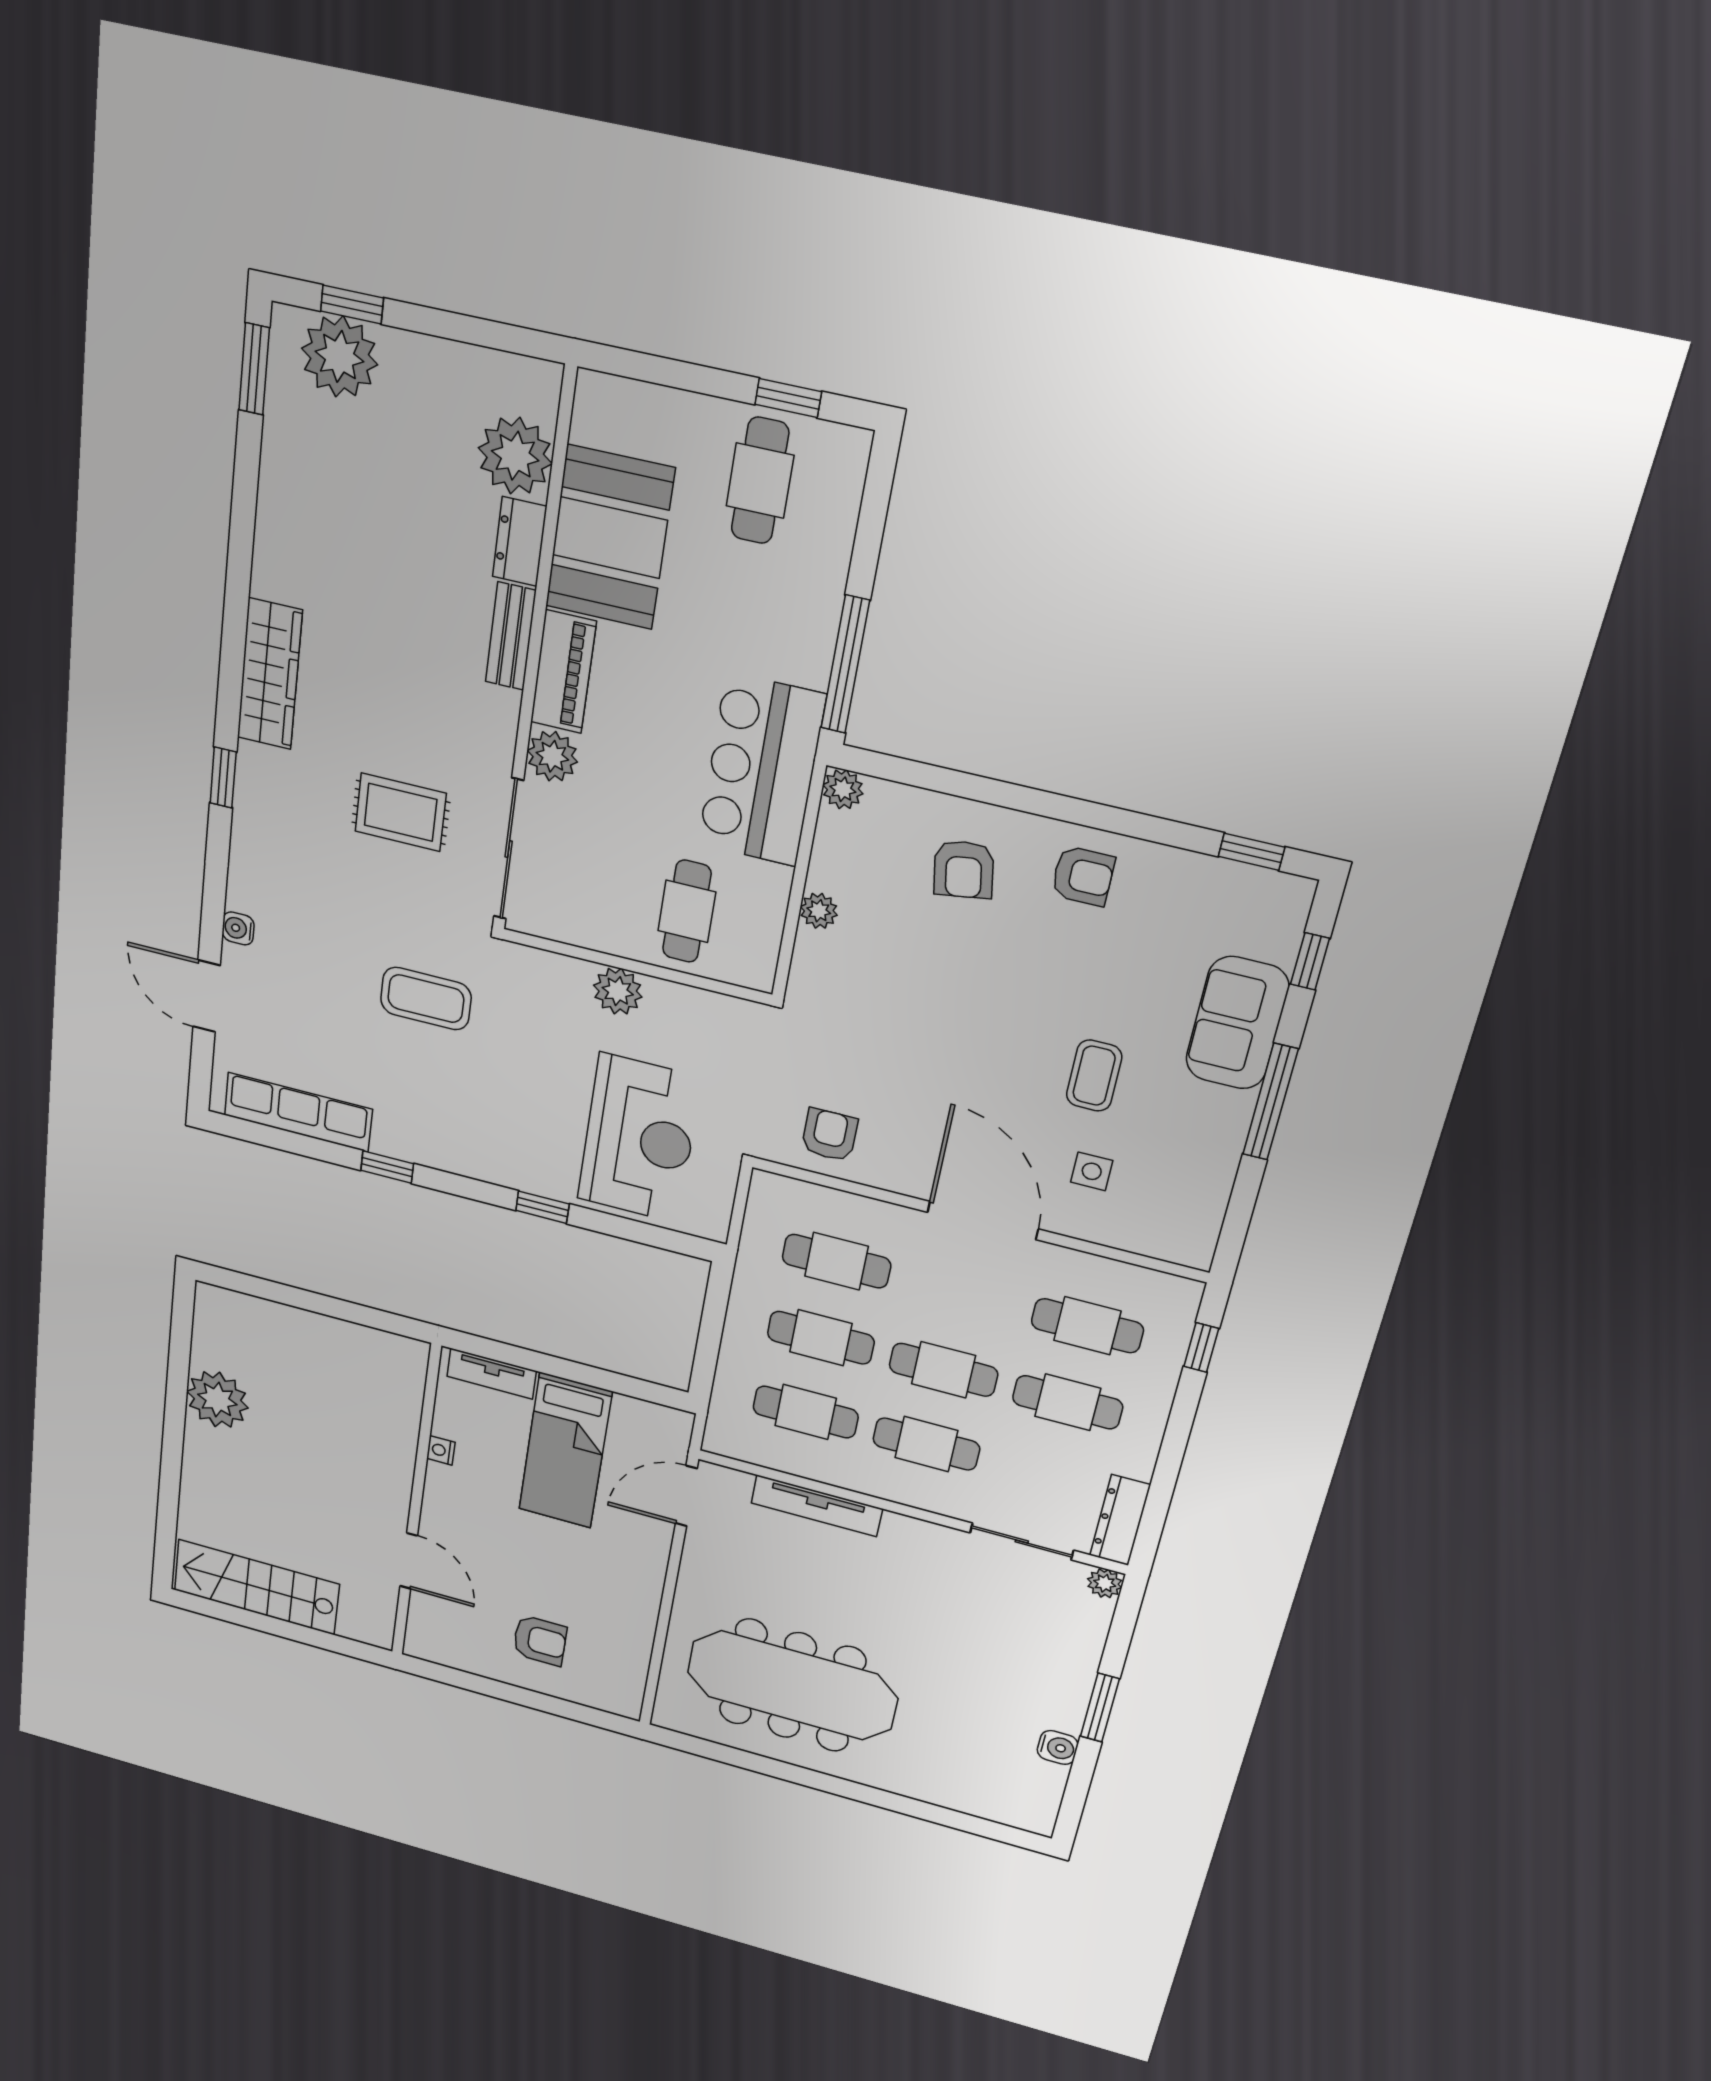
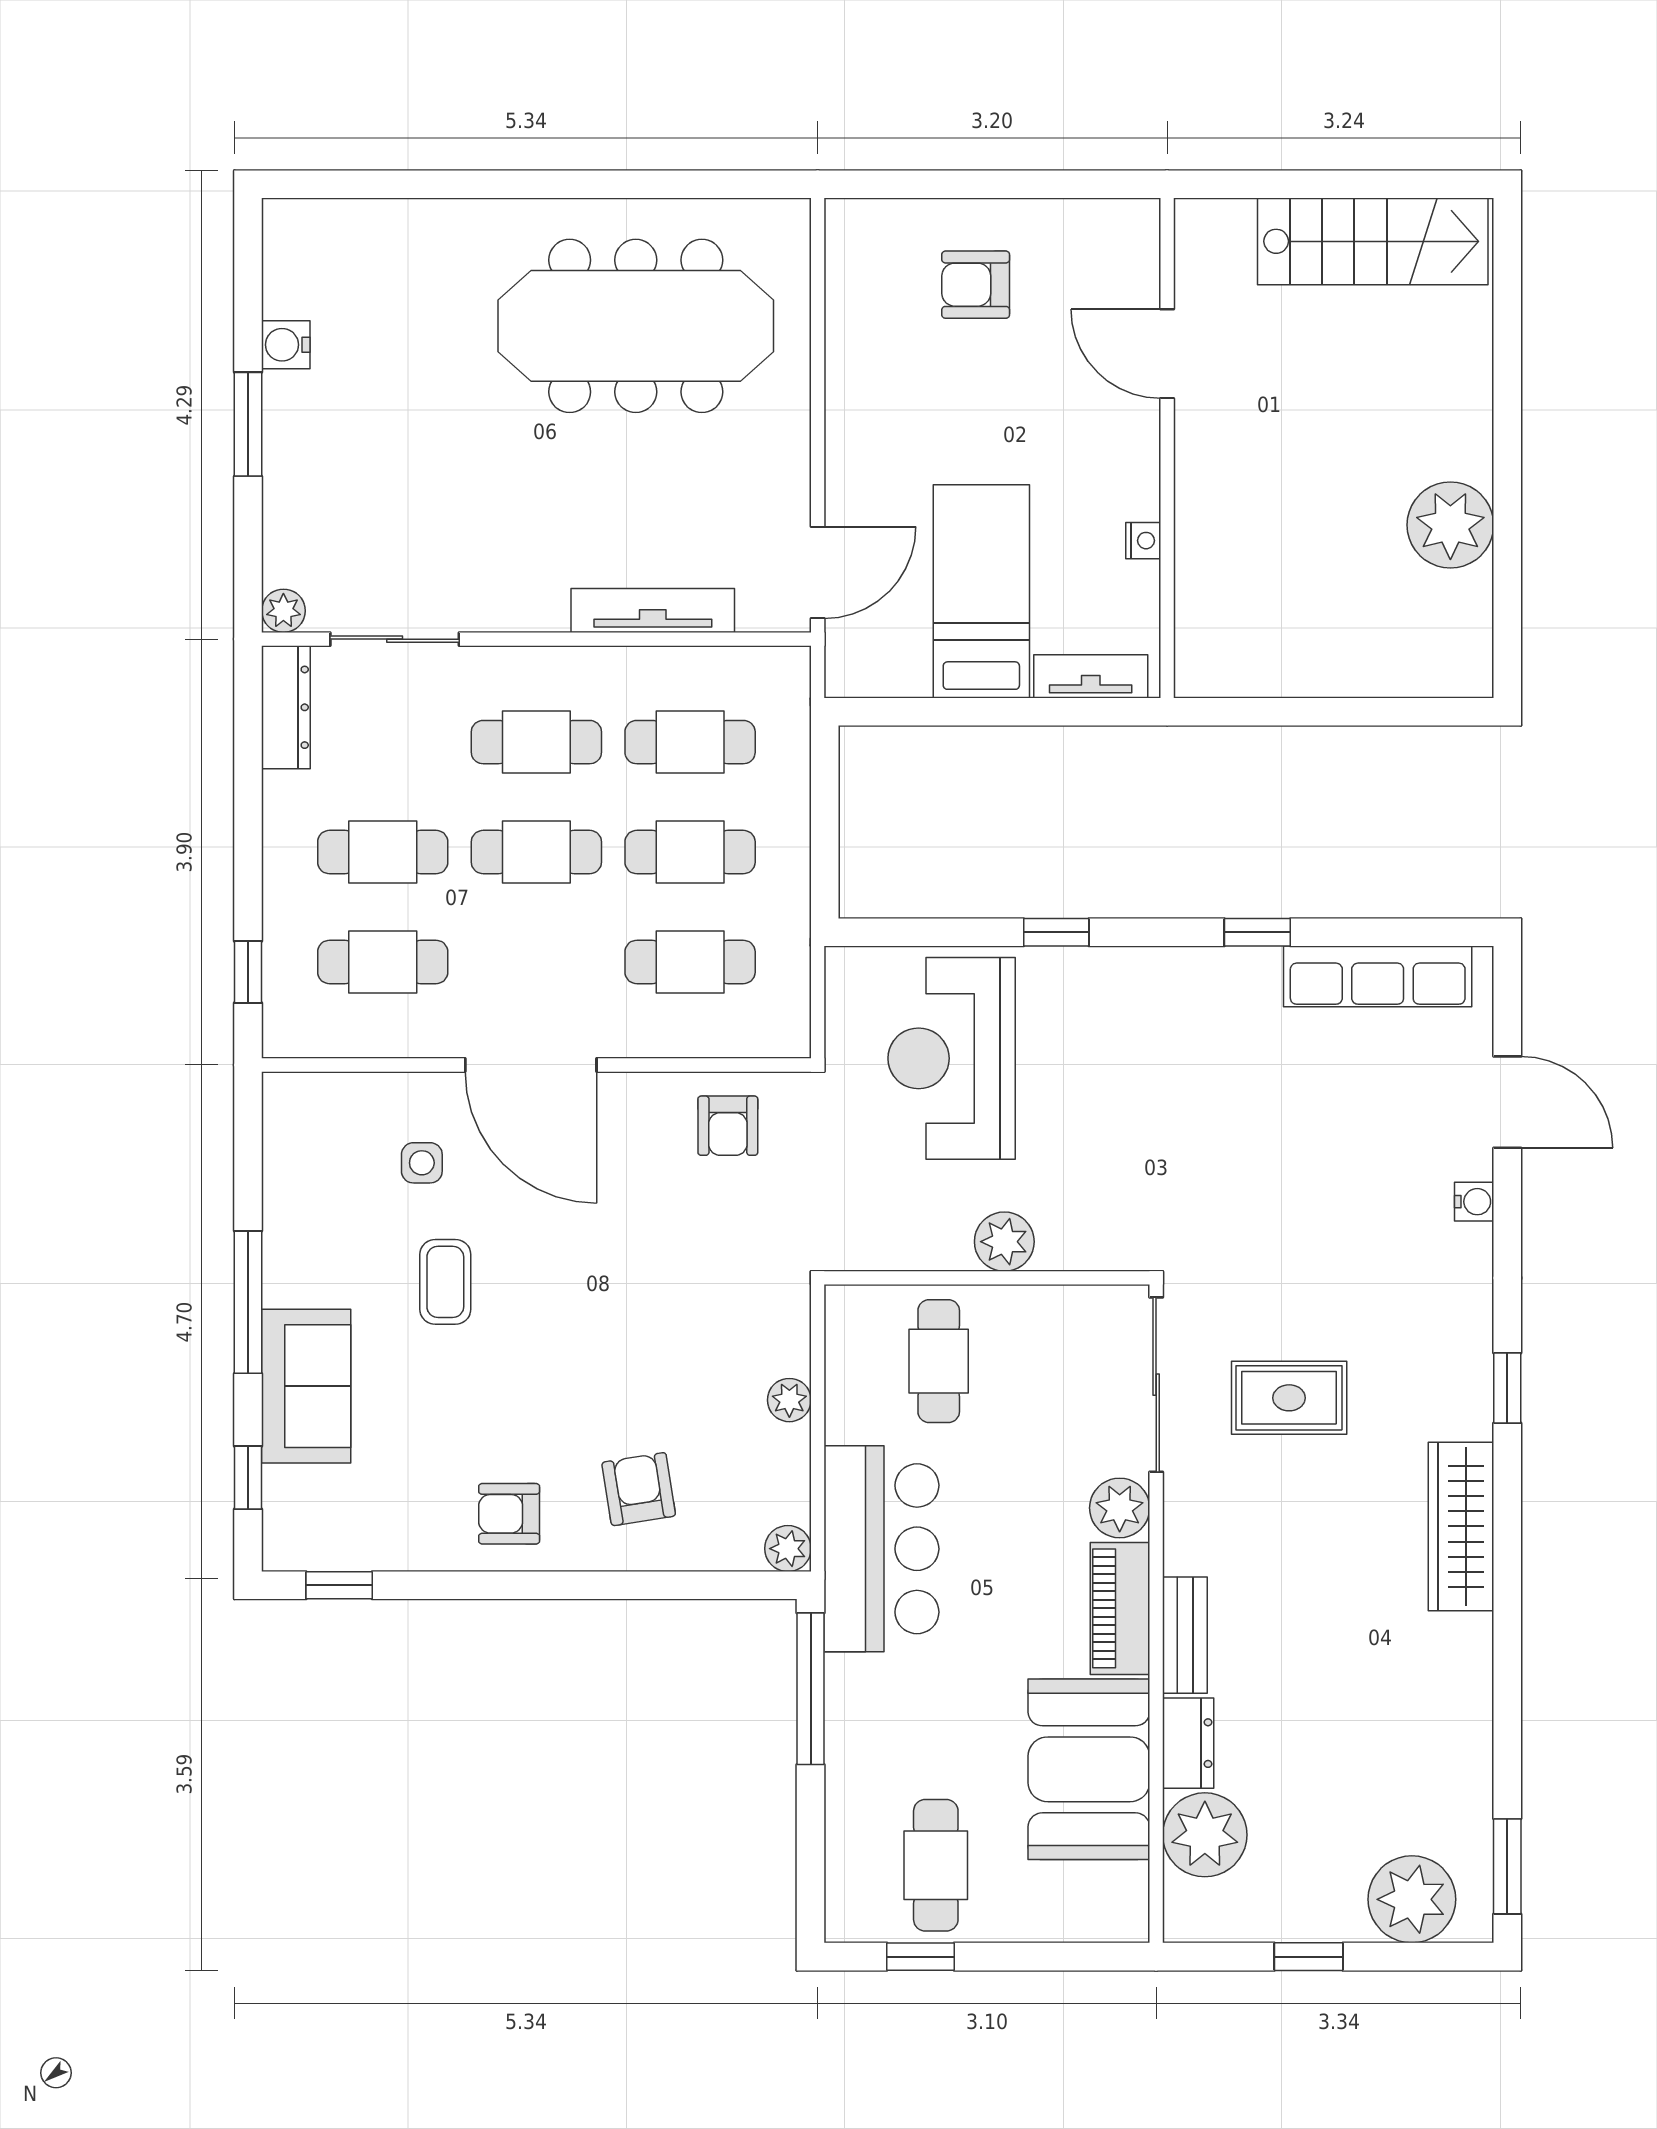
window: (352, 304) -> (1309, 1957), moved
coffee table: (426, 999) -> (1233, 1171), removed

